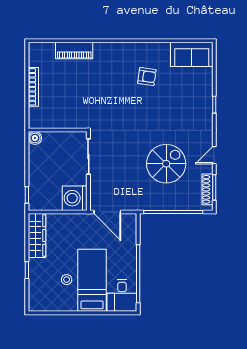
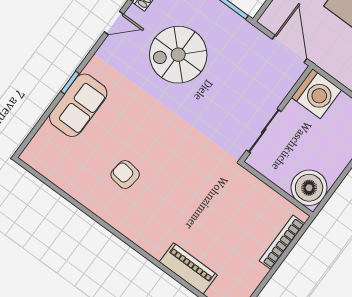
sofa: (192, 54) -> (78, 105), moved, turned 90
bookcase: (33, 87) -> (282, 242), moved
boiler: (35, 138) -> (309, 188), width x1.86, depth x1.86

